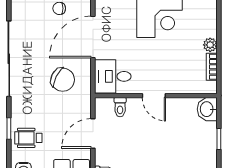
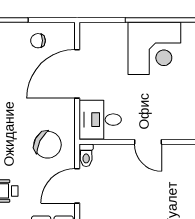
chair: (63, 80) -> (48, 145), moved
toilet: (120, 107) -> (86, 155), moved

